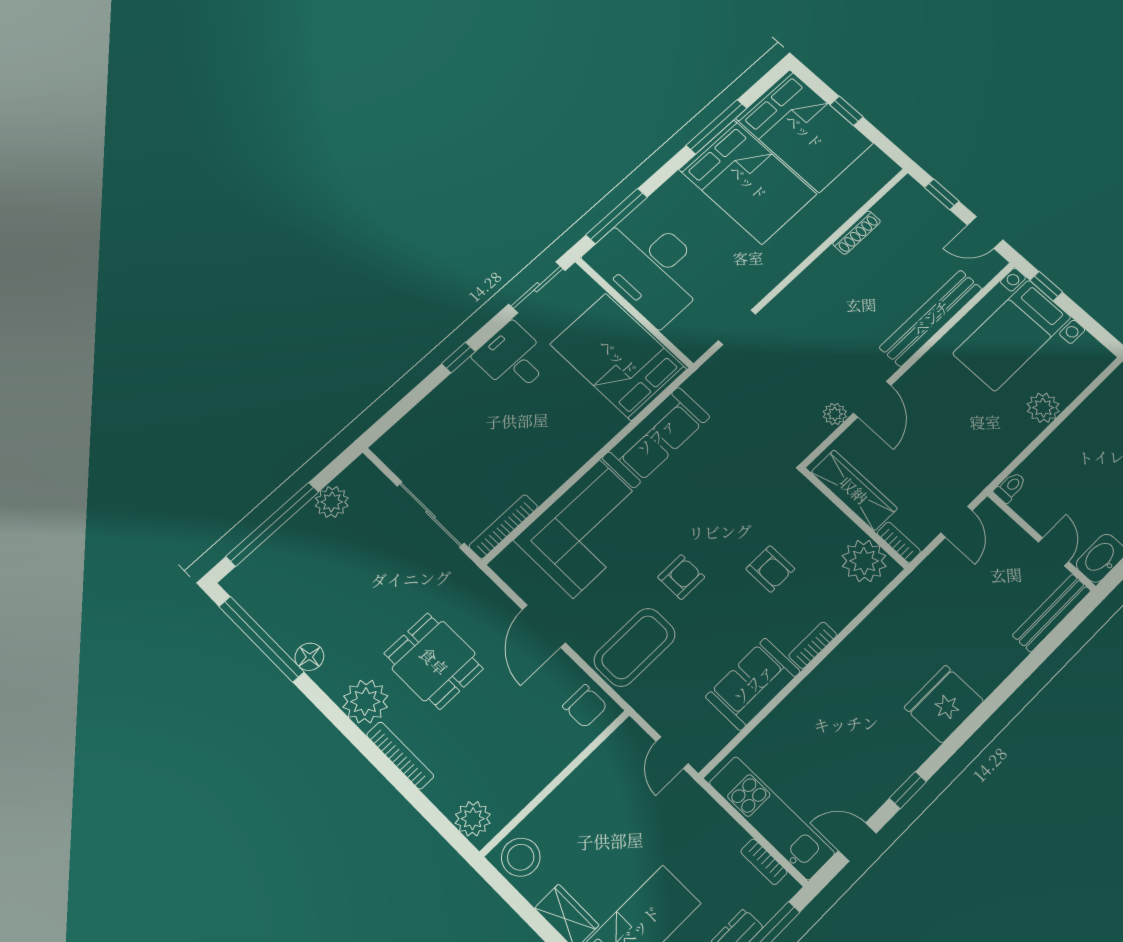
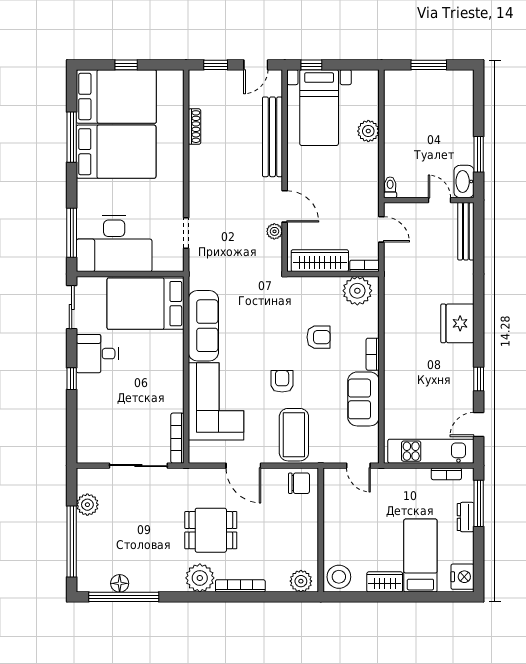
floor lamp: (309, 657) -> (120, 583), moved

